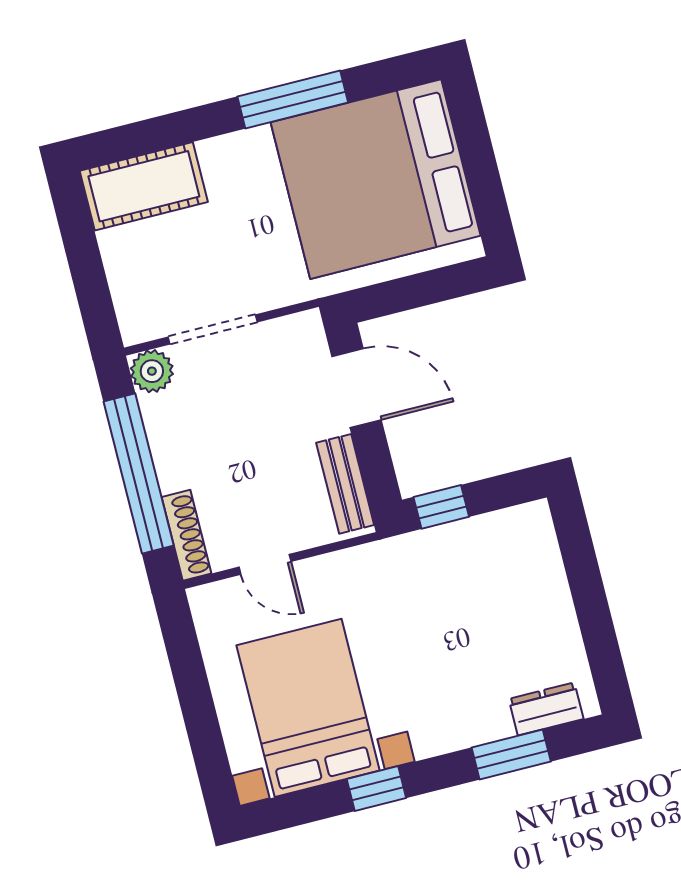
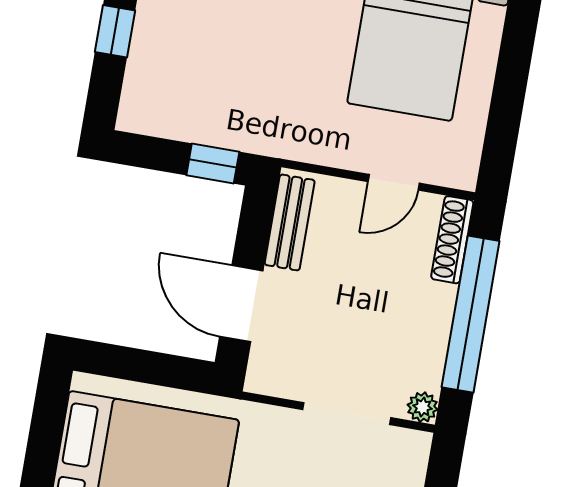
plant: (152, 371) -> (423, 407), width x0.73, depth x0.73
door: (265, 564) -> (394, 182), swing flipped
window: (587, 590) -> (115, 31), added

